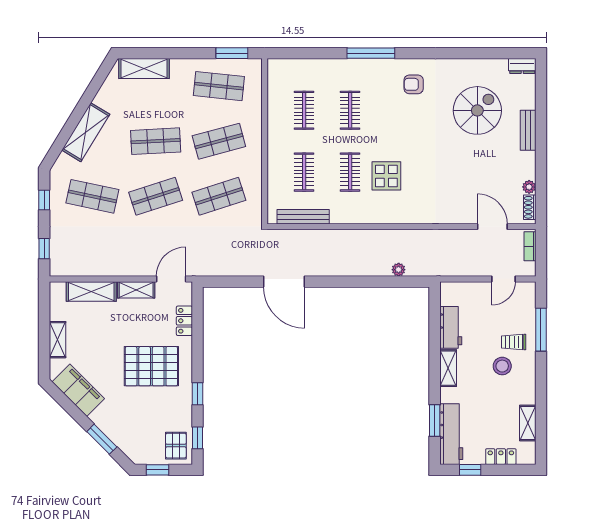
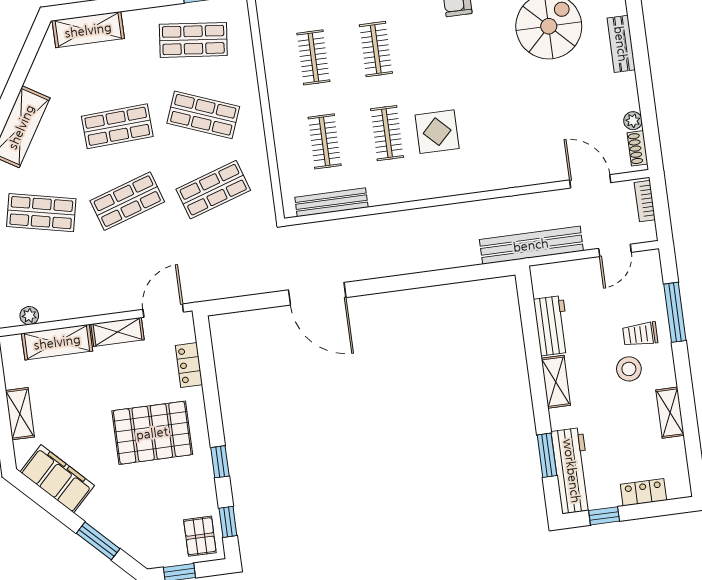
shop shelf: (219, 141) -> (203, 115), turned 36
bench: (444, 267) -> (531, 245), added
plant: (399, 270) -> (29, 316), moved
shelving: (528, 423) -> (670, 413), moved

